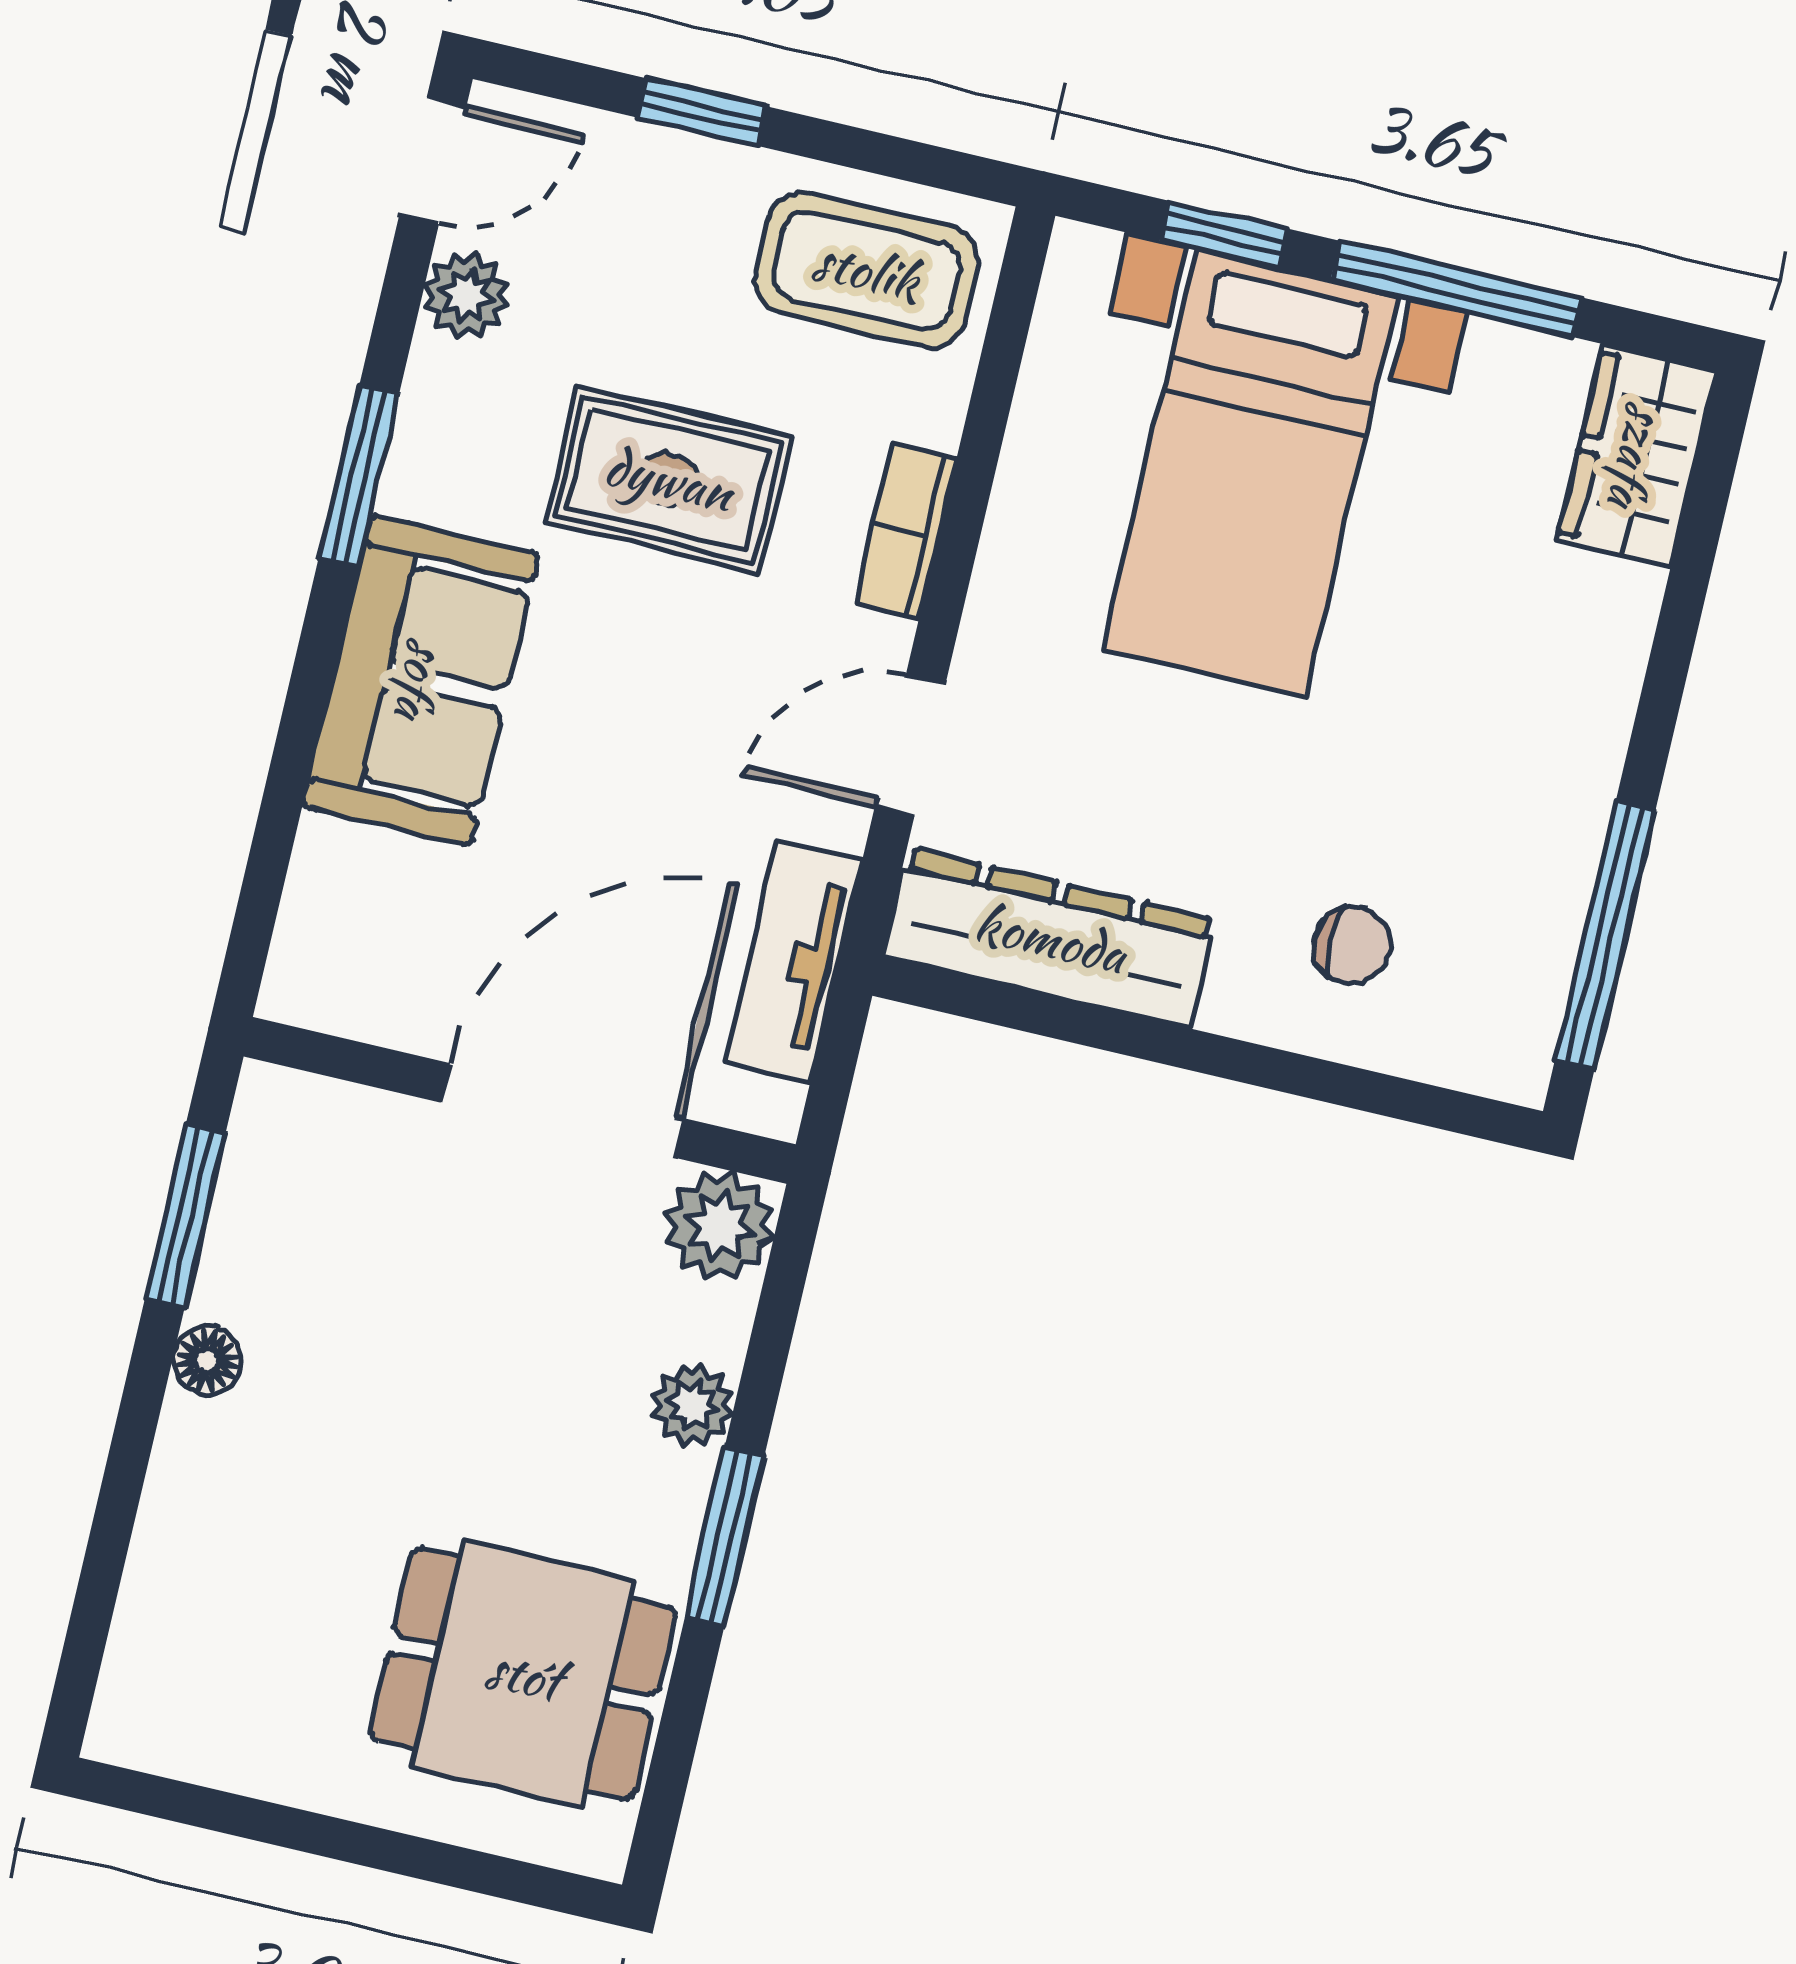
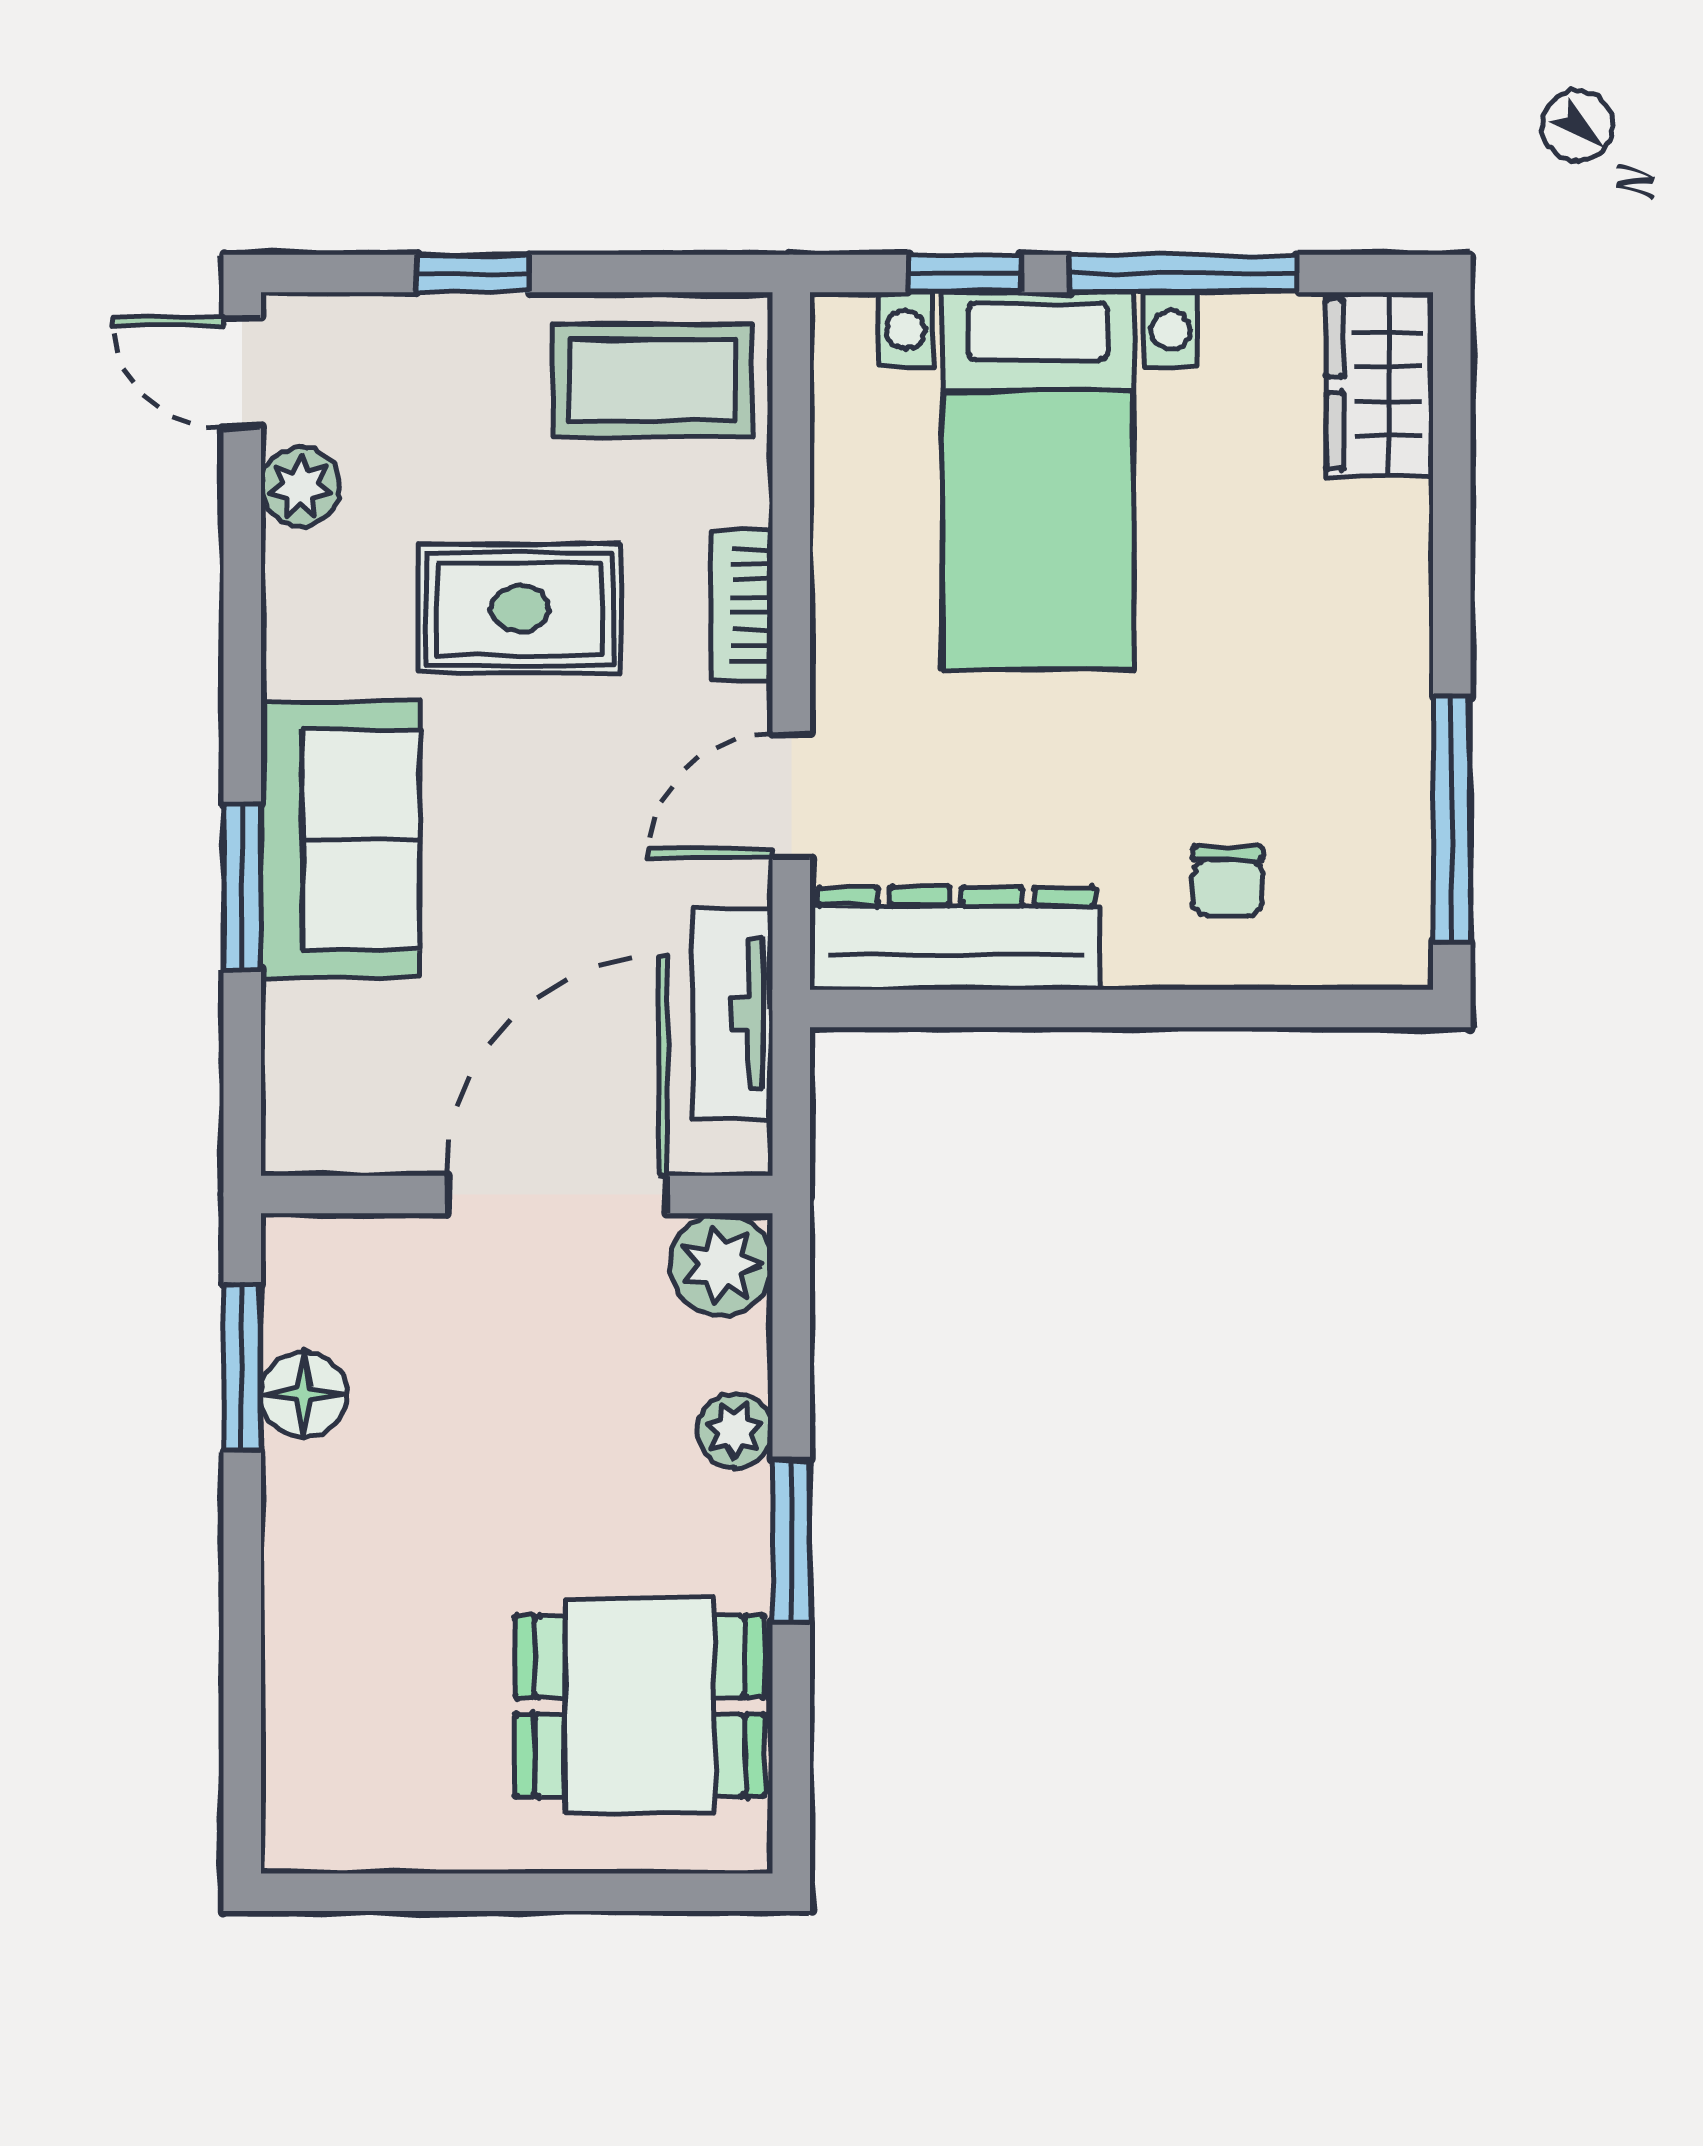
door: (433, 160) -> (242, 373), swing flipped
window: (359, 476) -> (242, 887), moved
chair: (1352, 945) -> (1228, 881), turned 90
floor lamp: (207, 1360) -> (304, 1394), moved, width x1.37, depth x1.37

